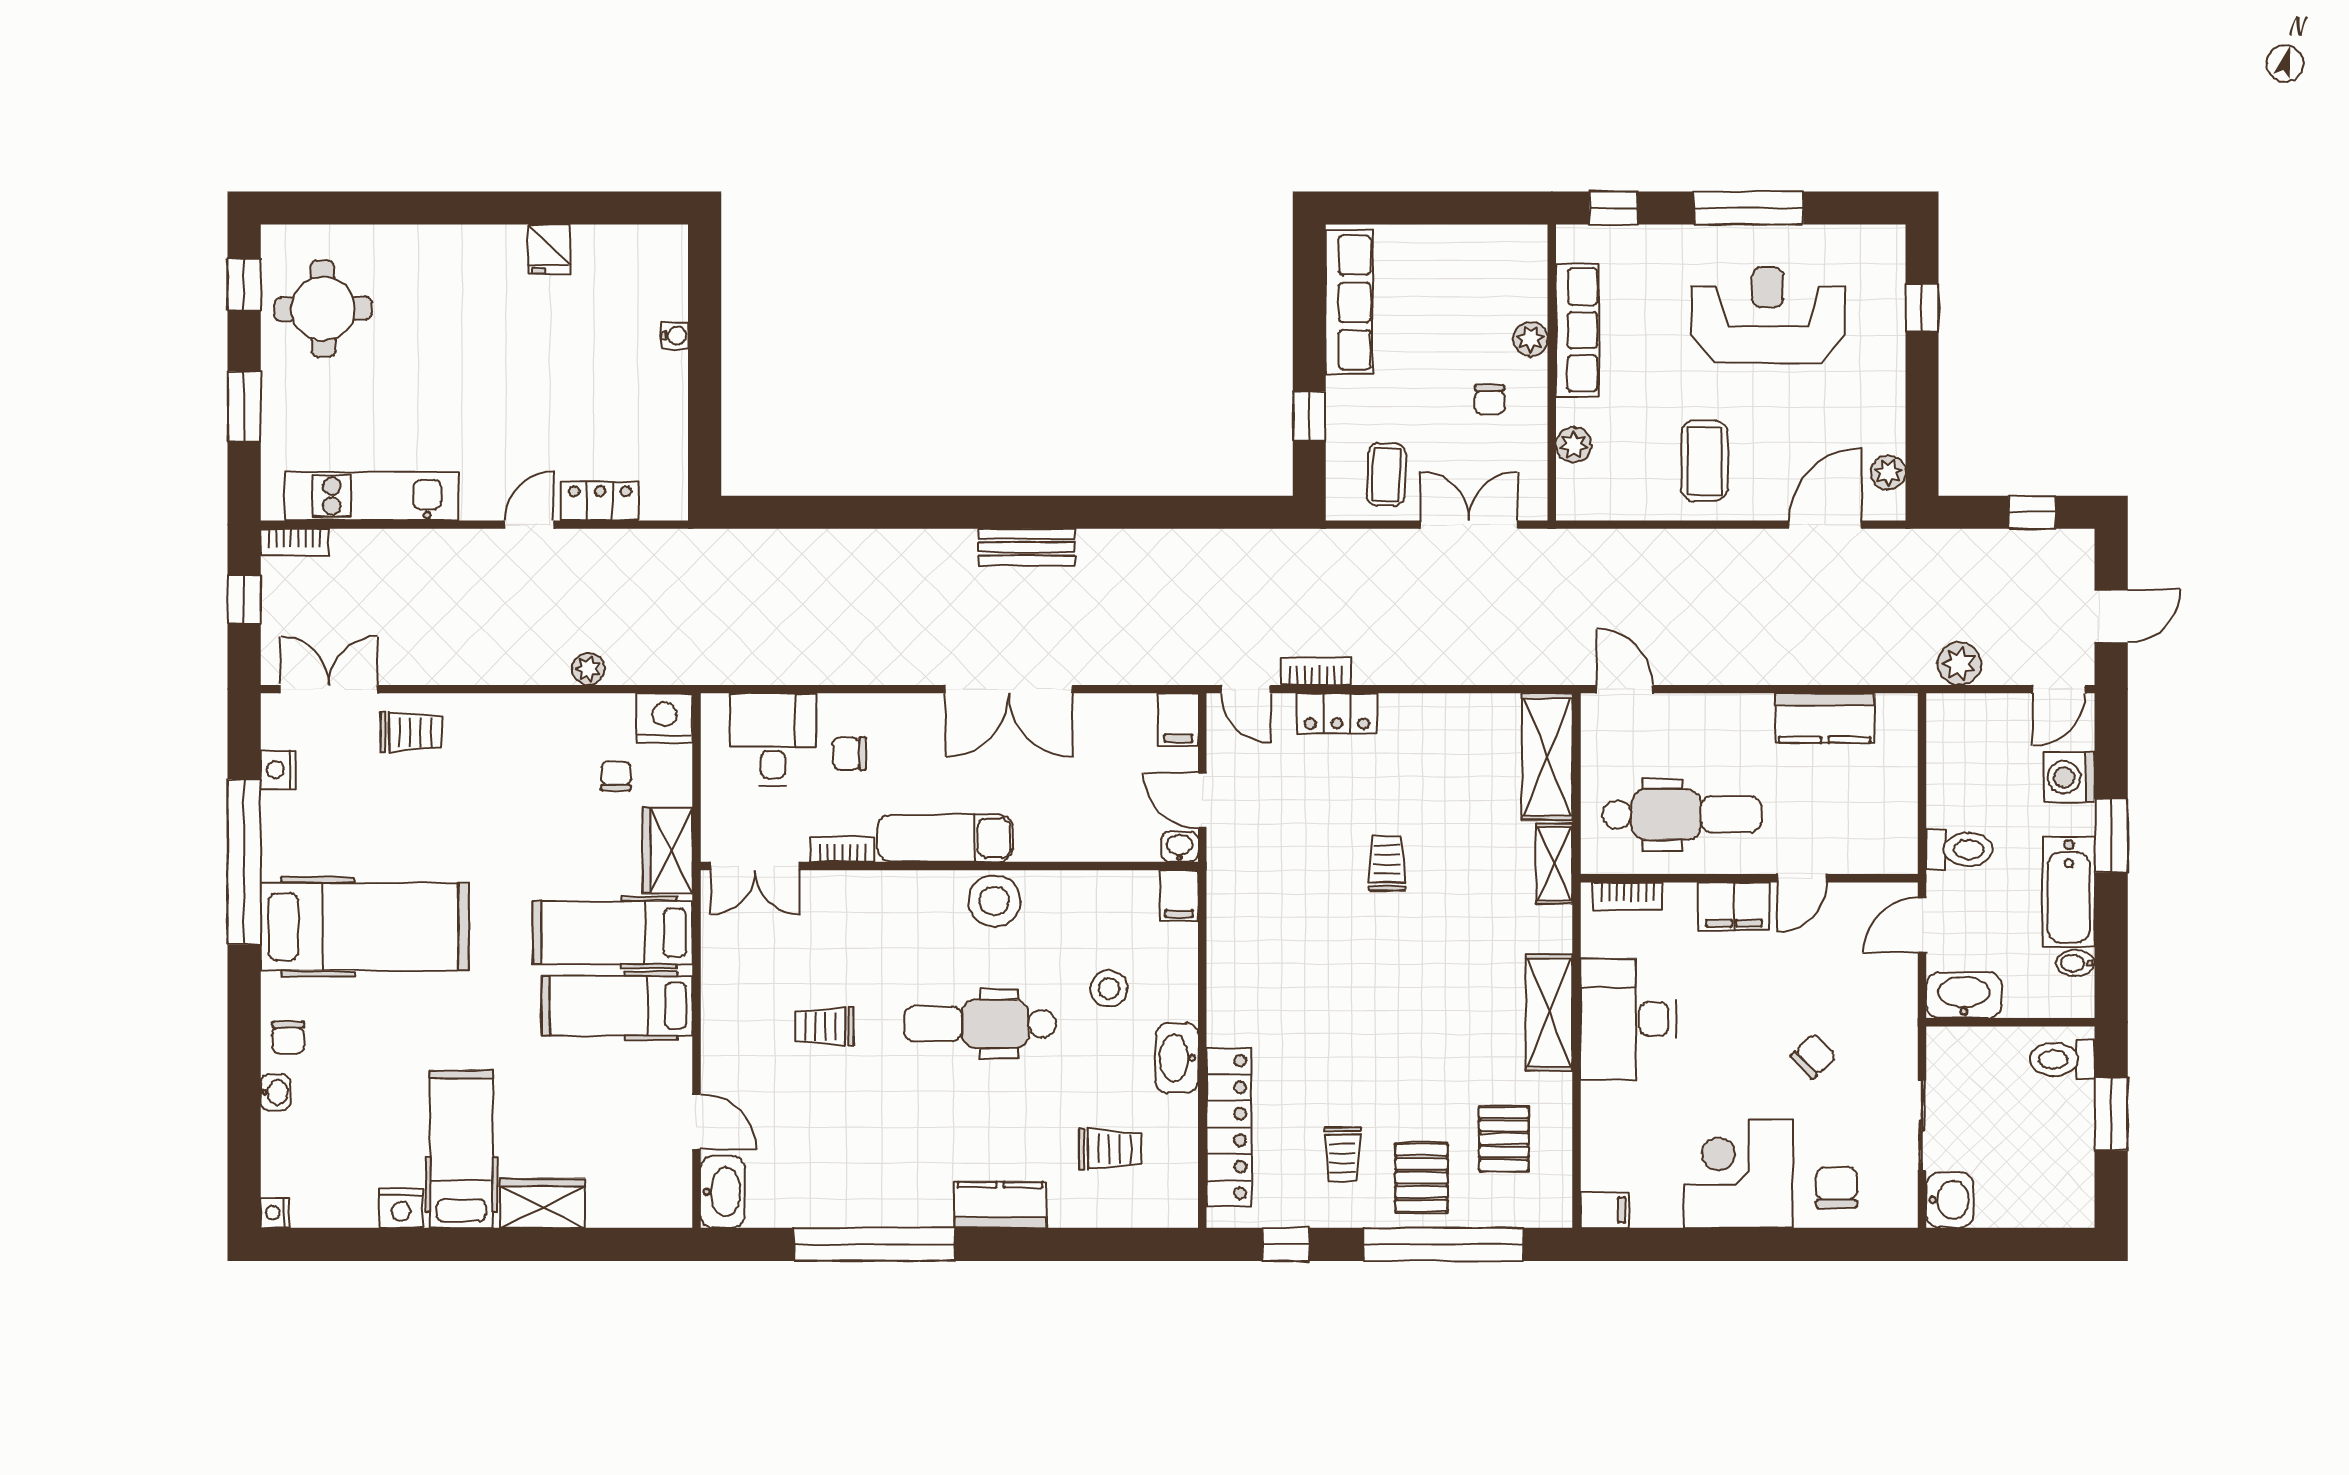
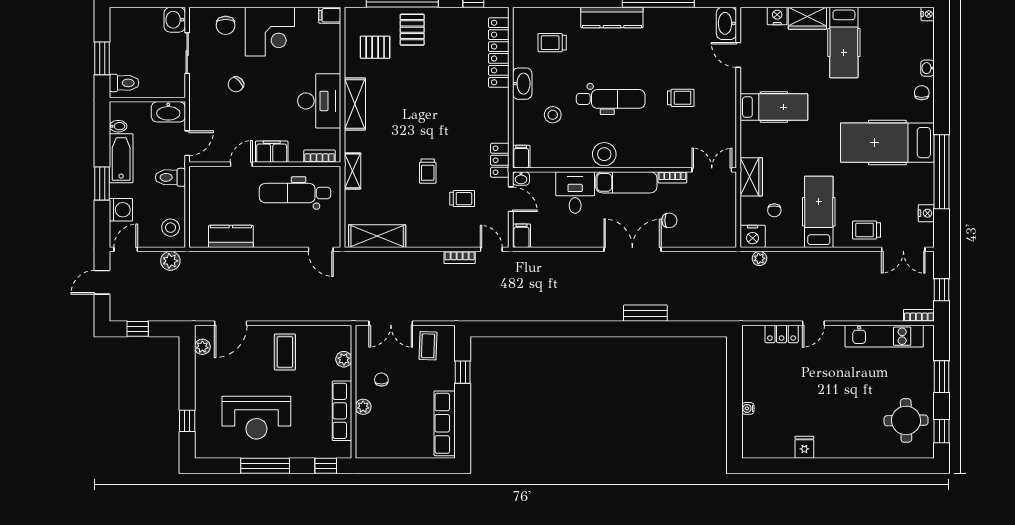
bench: (1027, 547) -> (645, 313), moved
plant: (588, 669) -> (759, 258), moved
double door: (1009, 689) -> (632, 249), moved
locker: (1337, 713) -> (500, 160), moved, turned -90
stool: (1959, 738) -> (171, 228), added
desk: (773, 740) -> (575, 193), moved, turned 180
shelving: (1547, 757) -> (377, 236), moved, turned 90
hospital bed: (613, 933) -> (819, 212), moved, turned -90
pallet: (1504, 1139) -> (375, 47), turned 90
trolley: (1342, 1154) -> (462, 199), moved, turned 90
kitchen counter: (1000, 1205) -> (612, 17), width x1.50
nightstand: (401, 1208) -> (777, 16), moved

